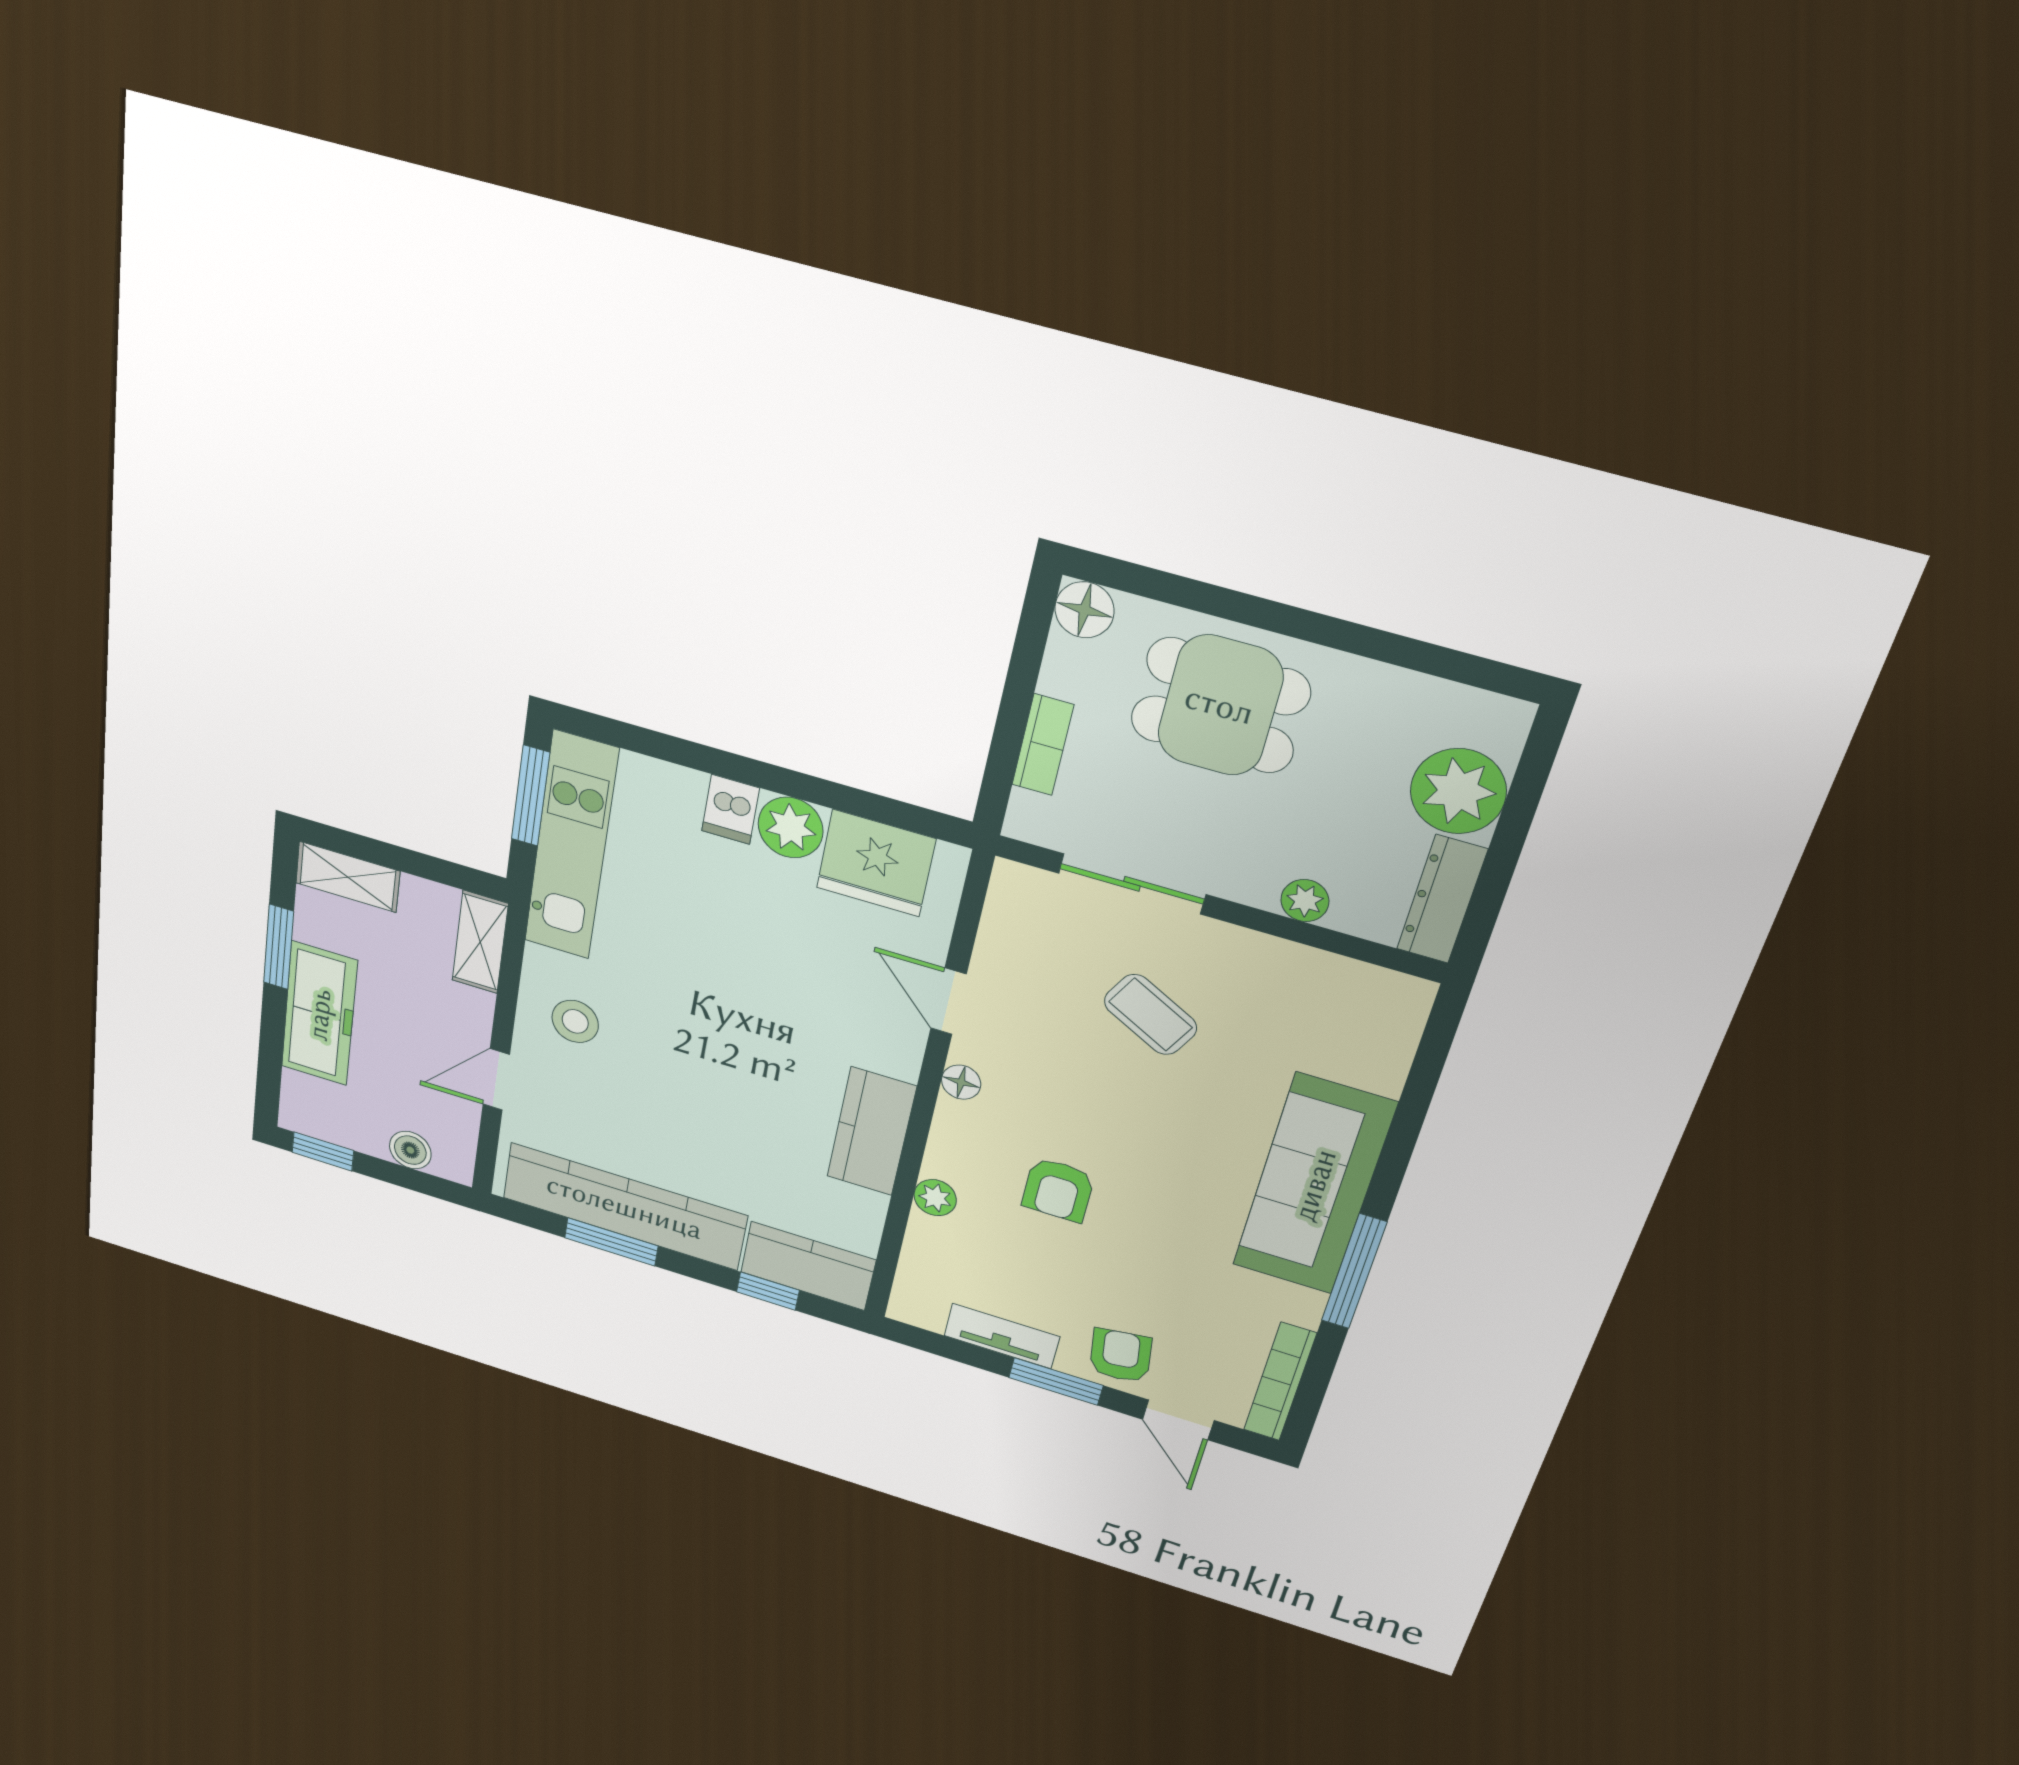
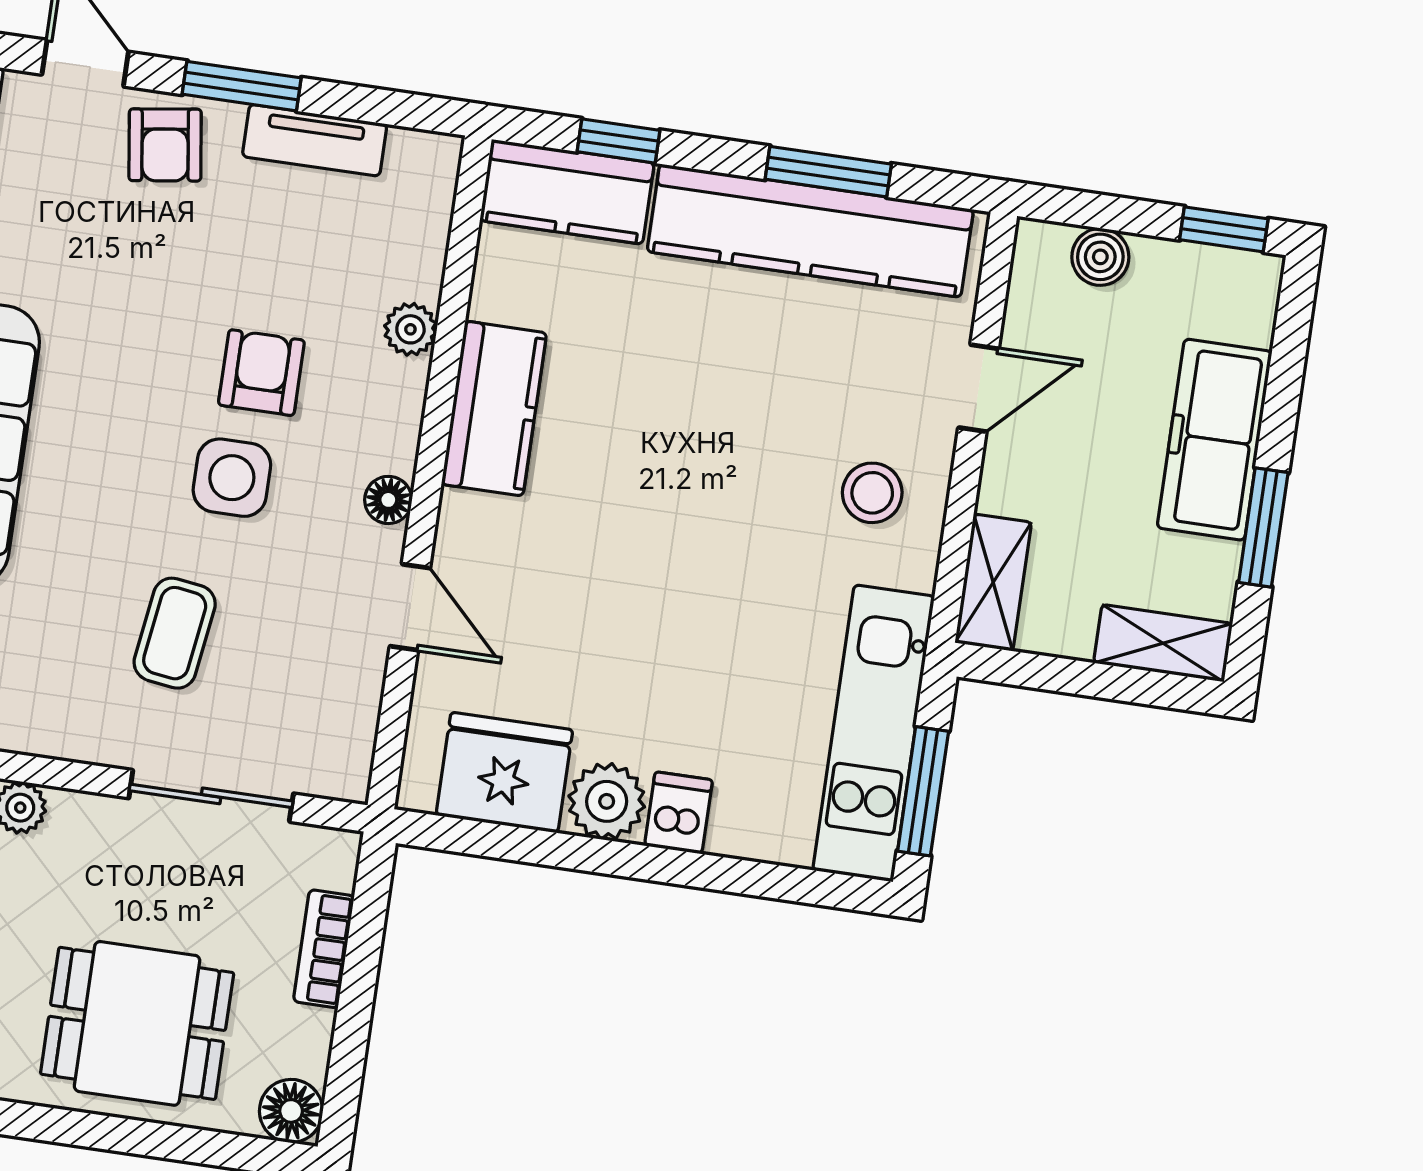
coffee table: (1150, 1015) -> (175, 633), turned 70
side table: (1090, 1120) -> (232, 478), added

